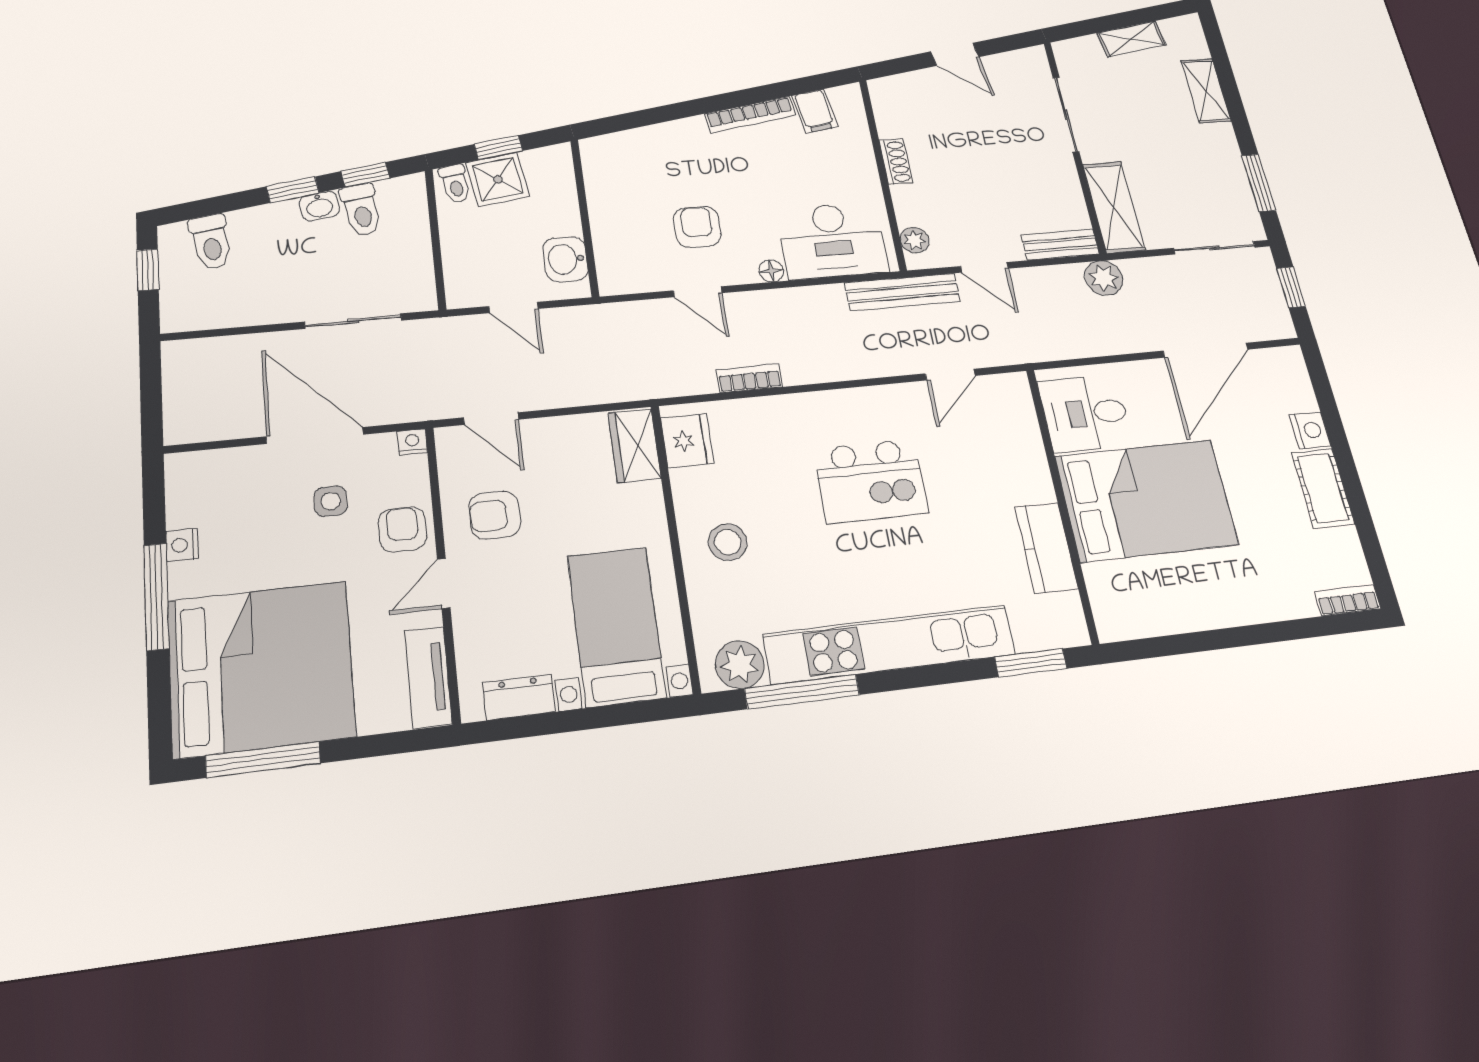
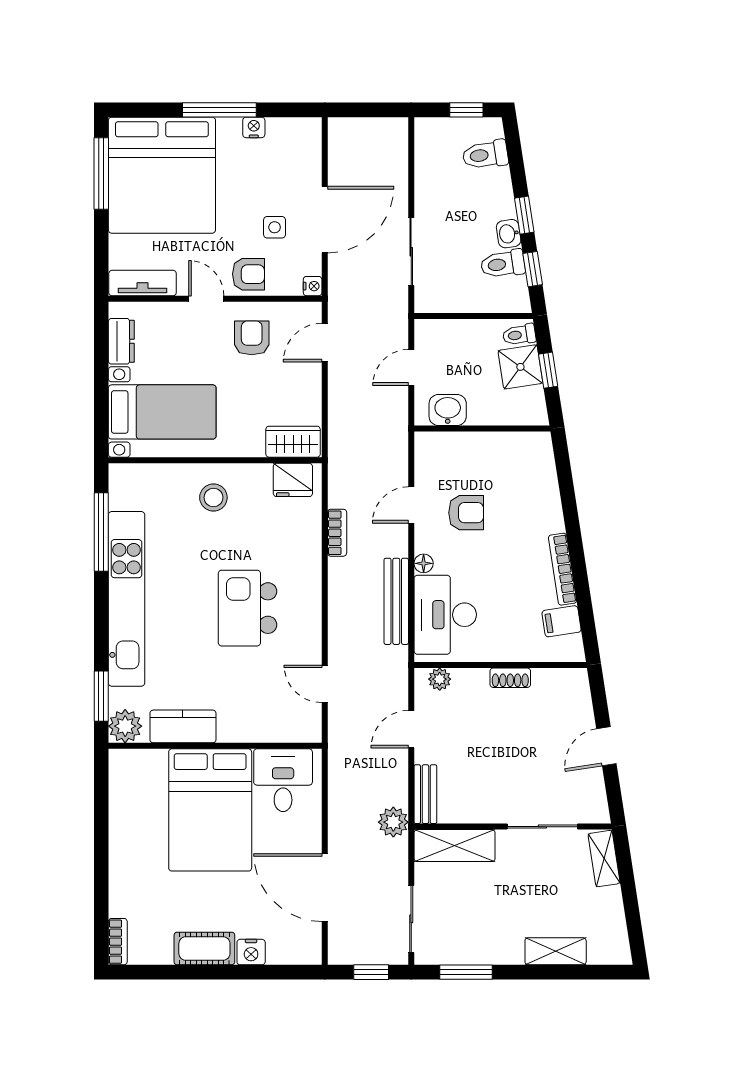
shelving: (1131, 39) -> (604, 859), moved
bench: (903, 292) -> (396, 601), moved
plant: (740, 665) -> (125, 726), moved

